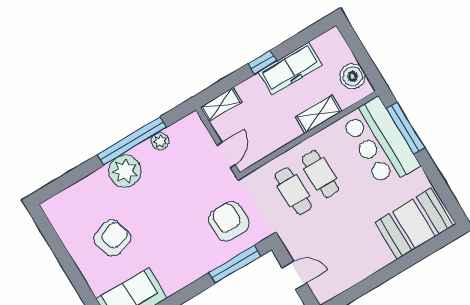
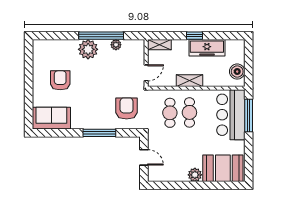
shelving: (319, 114) -> (189, 81), moved
armchair: (112, 238) -> (60, 80), turned -71
plant: (380, 257) -> (195, 175), added
window: (235, 264) -> (99, 133), moved

